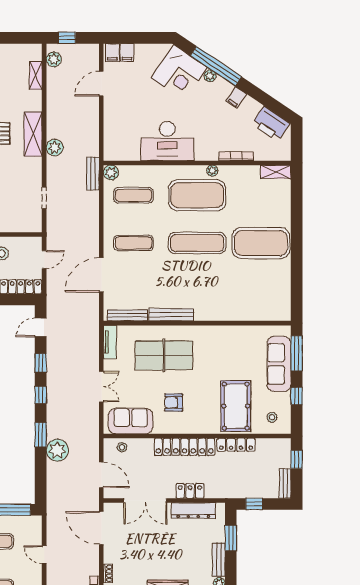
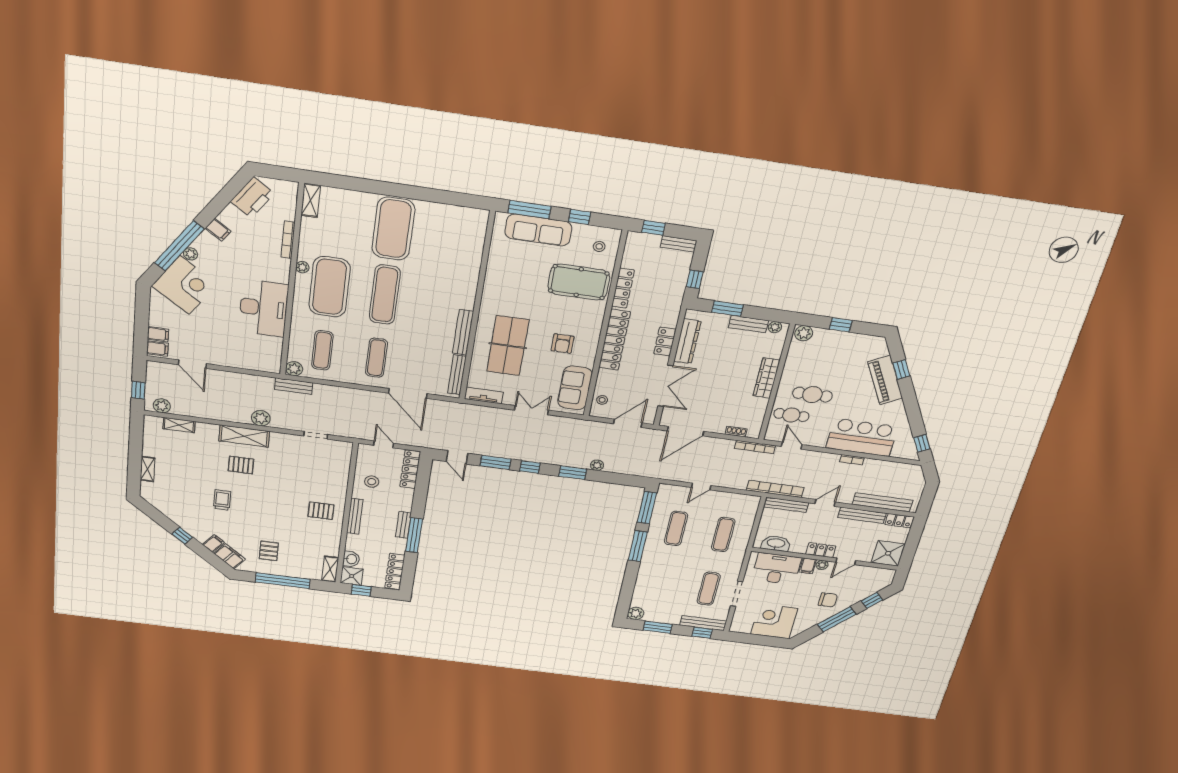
window: (41, 363) -> (496, 462), width x1.50
plant: (57, 450) -> (597, 465), width x0.53, depth x0.53

